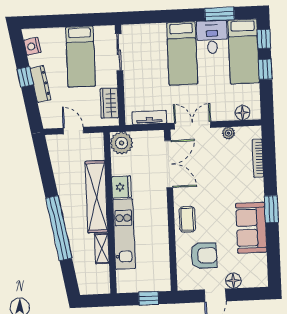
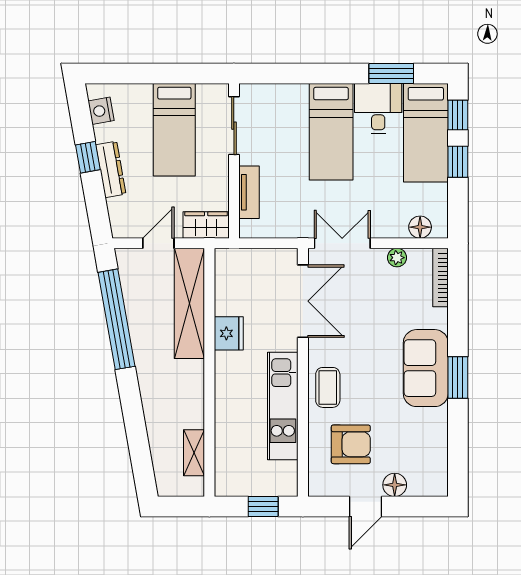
wardrobe: (109, 103) -> (206, 225), moved, turned 90
tv unit: (149, 118) -> (249, 192), moved, turned 90
door: (73, 131) -> (158, 243), hinge flipped
plant: (122, 143) -> (232, 266), removed
bookcase: (258, 158) -> (440, 278), moved
shelving: (96, 197) -> (189, 303), moved
window: (59, 228) -> (116, 319), moved
sofa: (251, 228) -> (426, 368), moved
kitchen unit: (124, 234) -> (283, 406), moved, turned 180
shelving: (102, 249) -> (194, 453), moved

